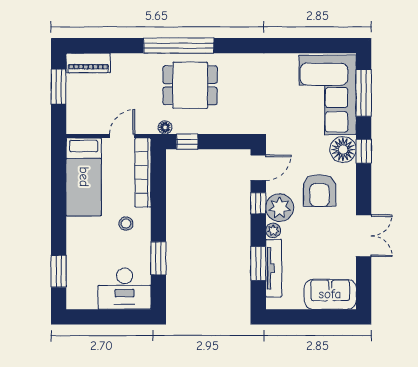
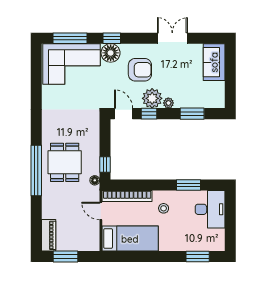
tv unit: (274, 268) -> (195, 103), removed

